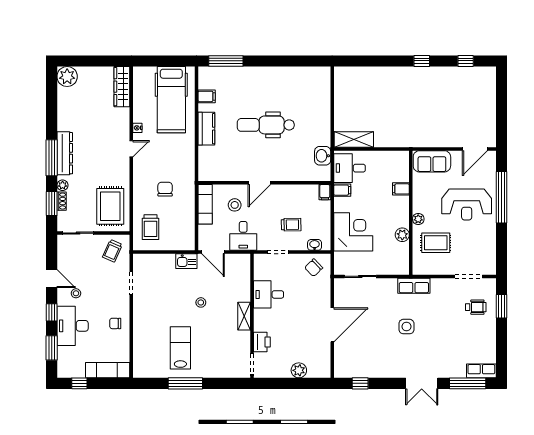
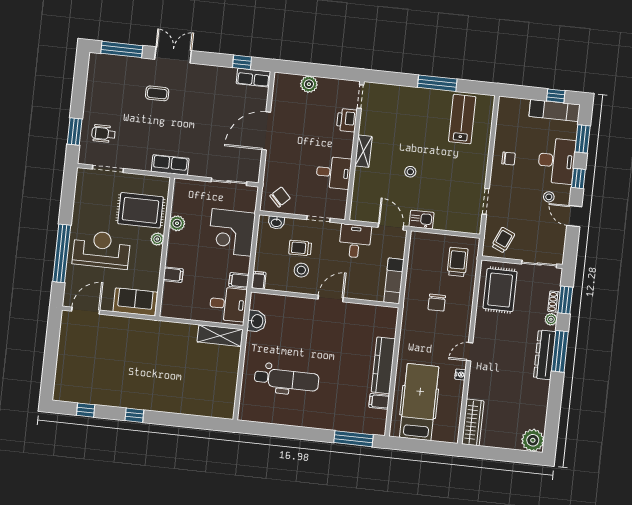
dental chair: (266, 125) -> (287, 379), moved
kitchen counter: (206, 129) -> (383, 365), width x1.50
stool: (235, 205) -> (301, 270), moved
rug: (436, 243) -> (140, 210), width x1.36, depth x1.43
side table: (406, 327) -> (183, 120), removed
lab bench: (180, 348) -> (462, 119), moved, turned 180
coffee table: (432, 348) -> (157, 93), added
exam couch: (108, 370) -> (554, 111), moved
row of seats: (481, 371) -> (253, 78), moved

